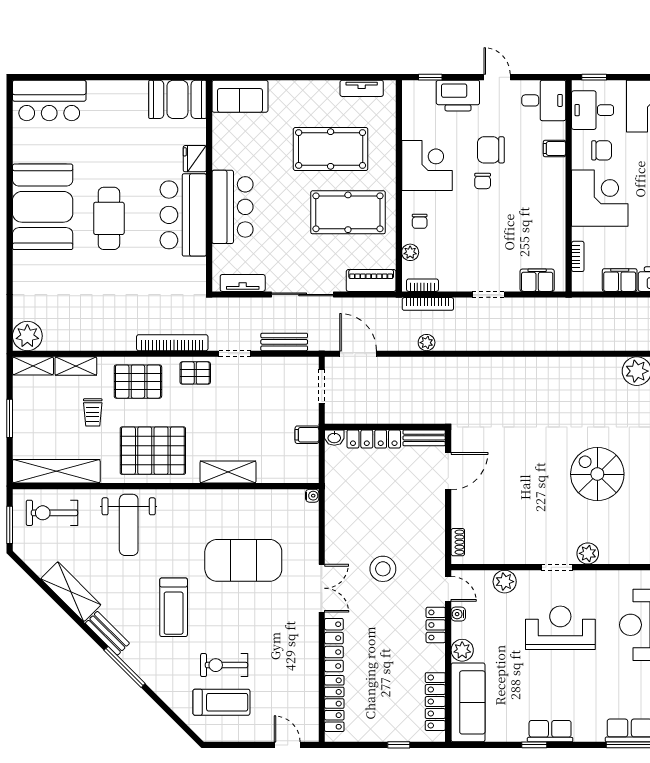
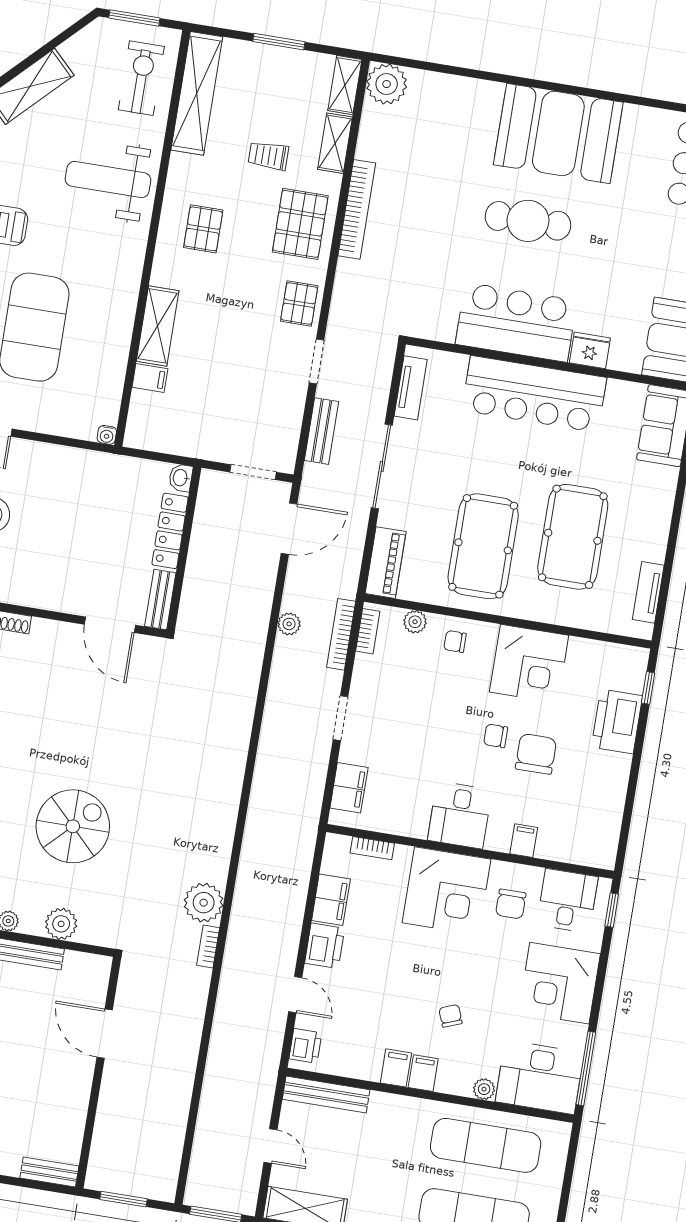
door: (497, 77) -> (633, 779), removed
desk: (544, 100) -> (460, 815), moved
bar counter: (233, 207) -> (534, 394), width x1.36
bookcase: (172, 343) -> (357, 209), moved
filing cabinet: (307, 435) -> (150, 378), moved, turned 90
pallet: (153, 451) -> (203, 229), width x0.49, depth x0.50

